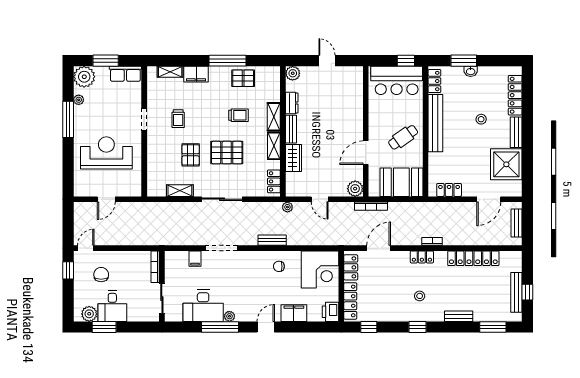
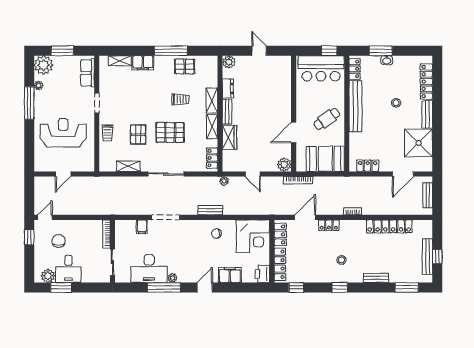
row of seats: (125, 74) -> (88, 73), moved, turned 90
trolley: (178, 119) -> (107, 133), moved
locker: (422, 257) -> (329, 225), moved

